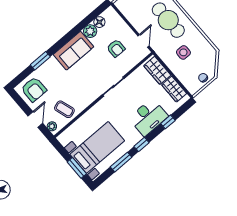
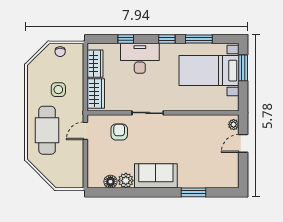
armchair: (116, 48) -> (119, 132), moved
armchair: (34, 89) -> (221, 172), removed
coffee table: (64, 109) -> (209, 130), removed

